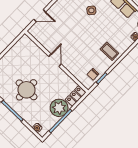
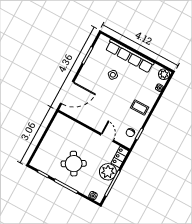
door: (40, 16) -> (67, 93), width x1.87
door: (55, 60) -> (107, 138), moved
round table: (27, 90) -> (74, 164), turned -30

